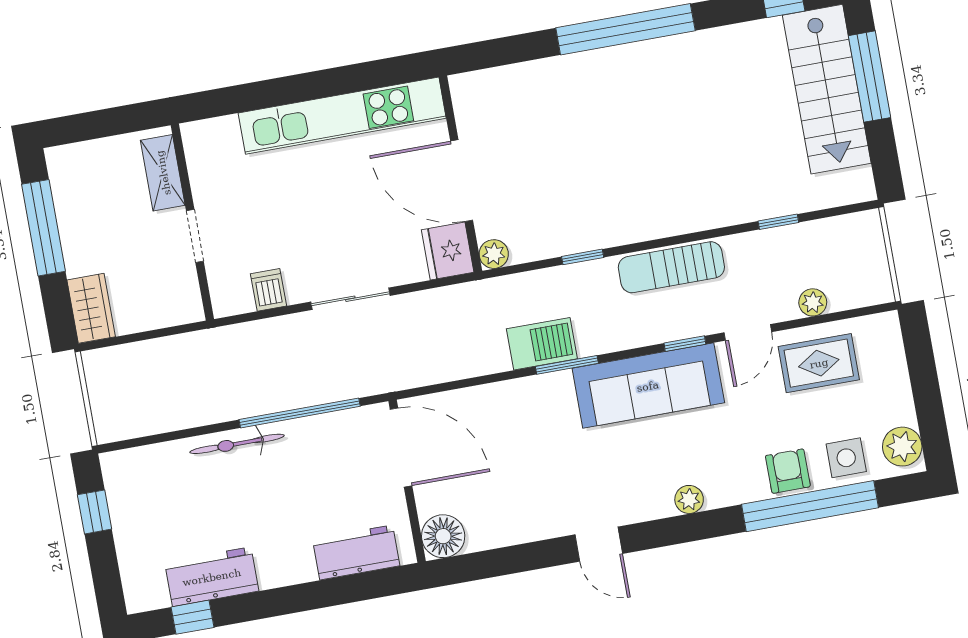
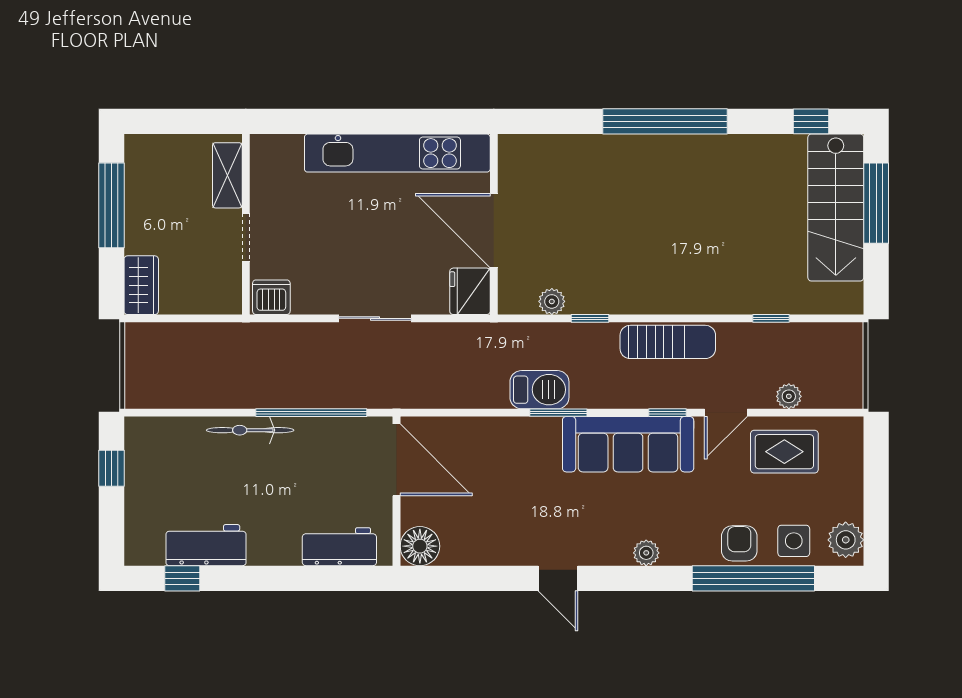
plant: (494, 254) -> (552, 301), moved
sun lounger: (671, 267) -> (668, 342), turned 180
dishwasher: (269, 290) -> (271, 297), moved, width x1.38

